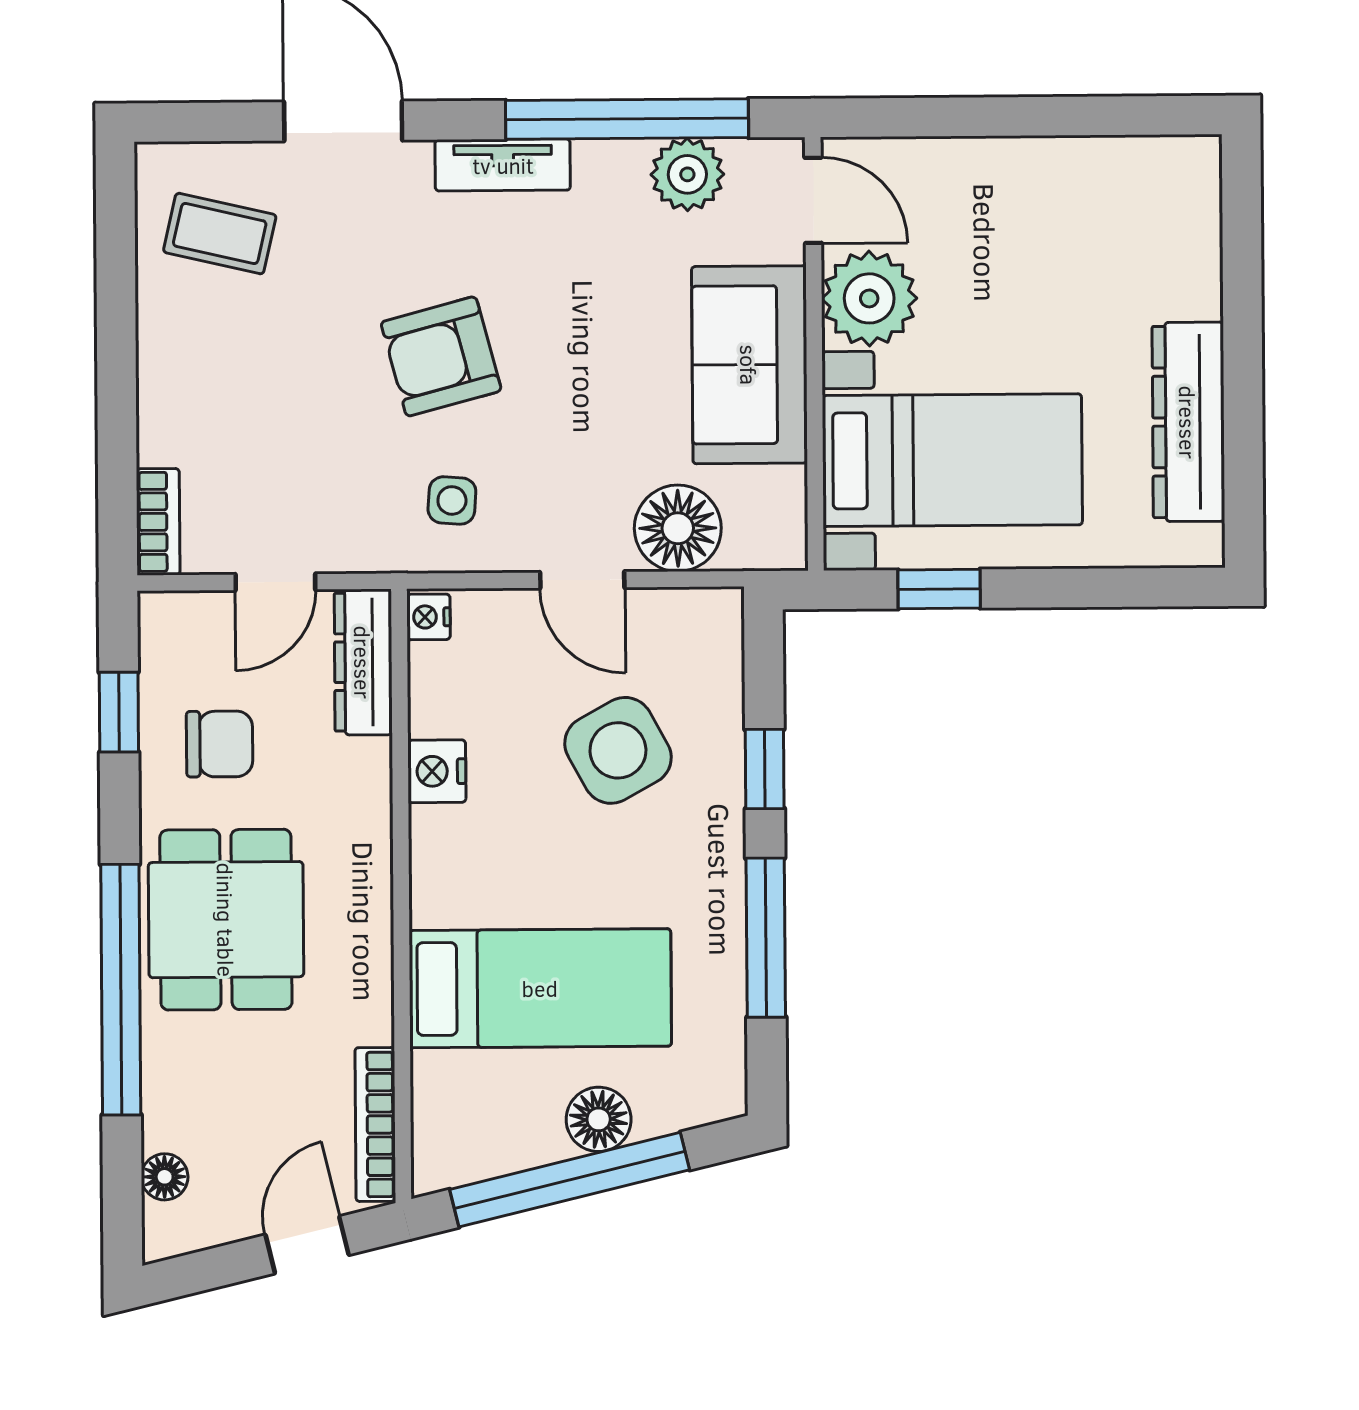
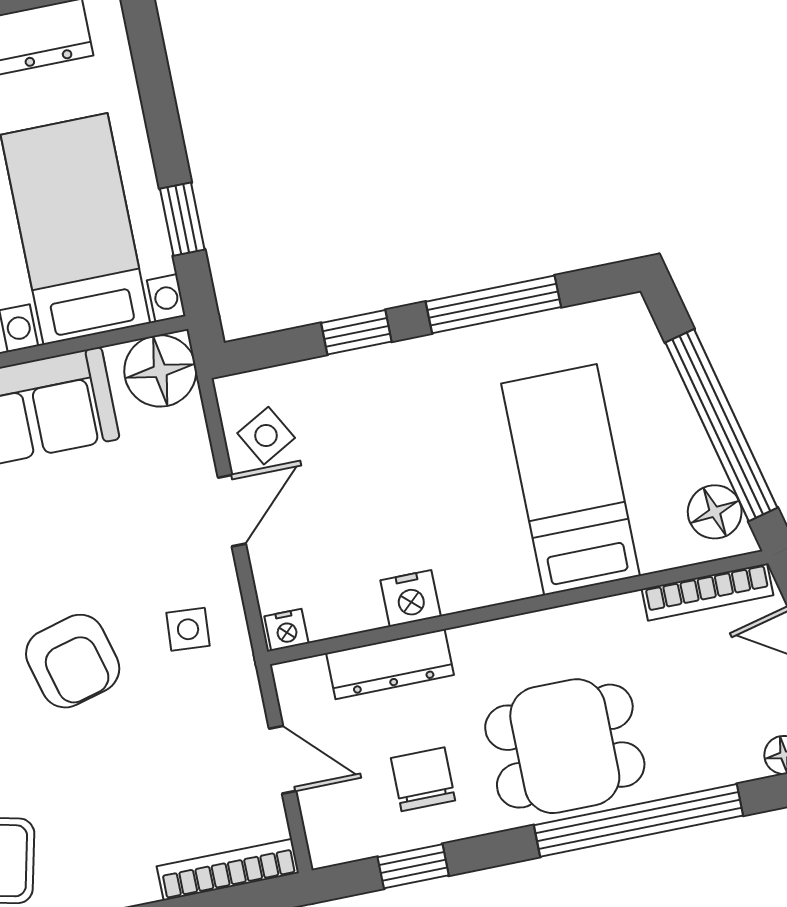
bookcase: (158, 522) -> (228, 870), width x1.56
floor lamp: (678, 528) -> (160, 371), moved
dresser: (363, 662) -> (390, 664), moved
side table: (618, 750) -> (266, 436), moved, width x0.54, depth x0.54
floor lamp: (599, 1119) -> (715, 512), moved

